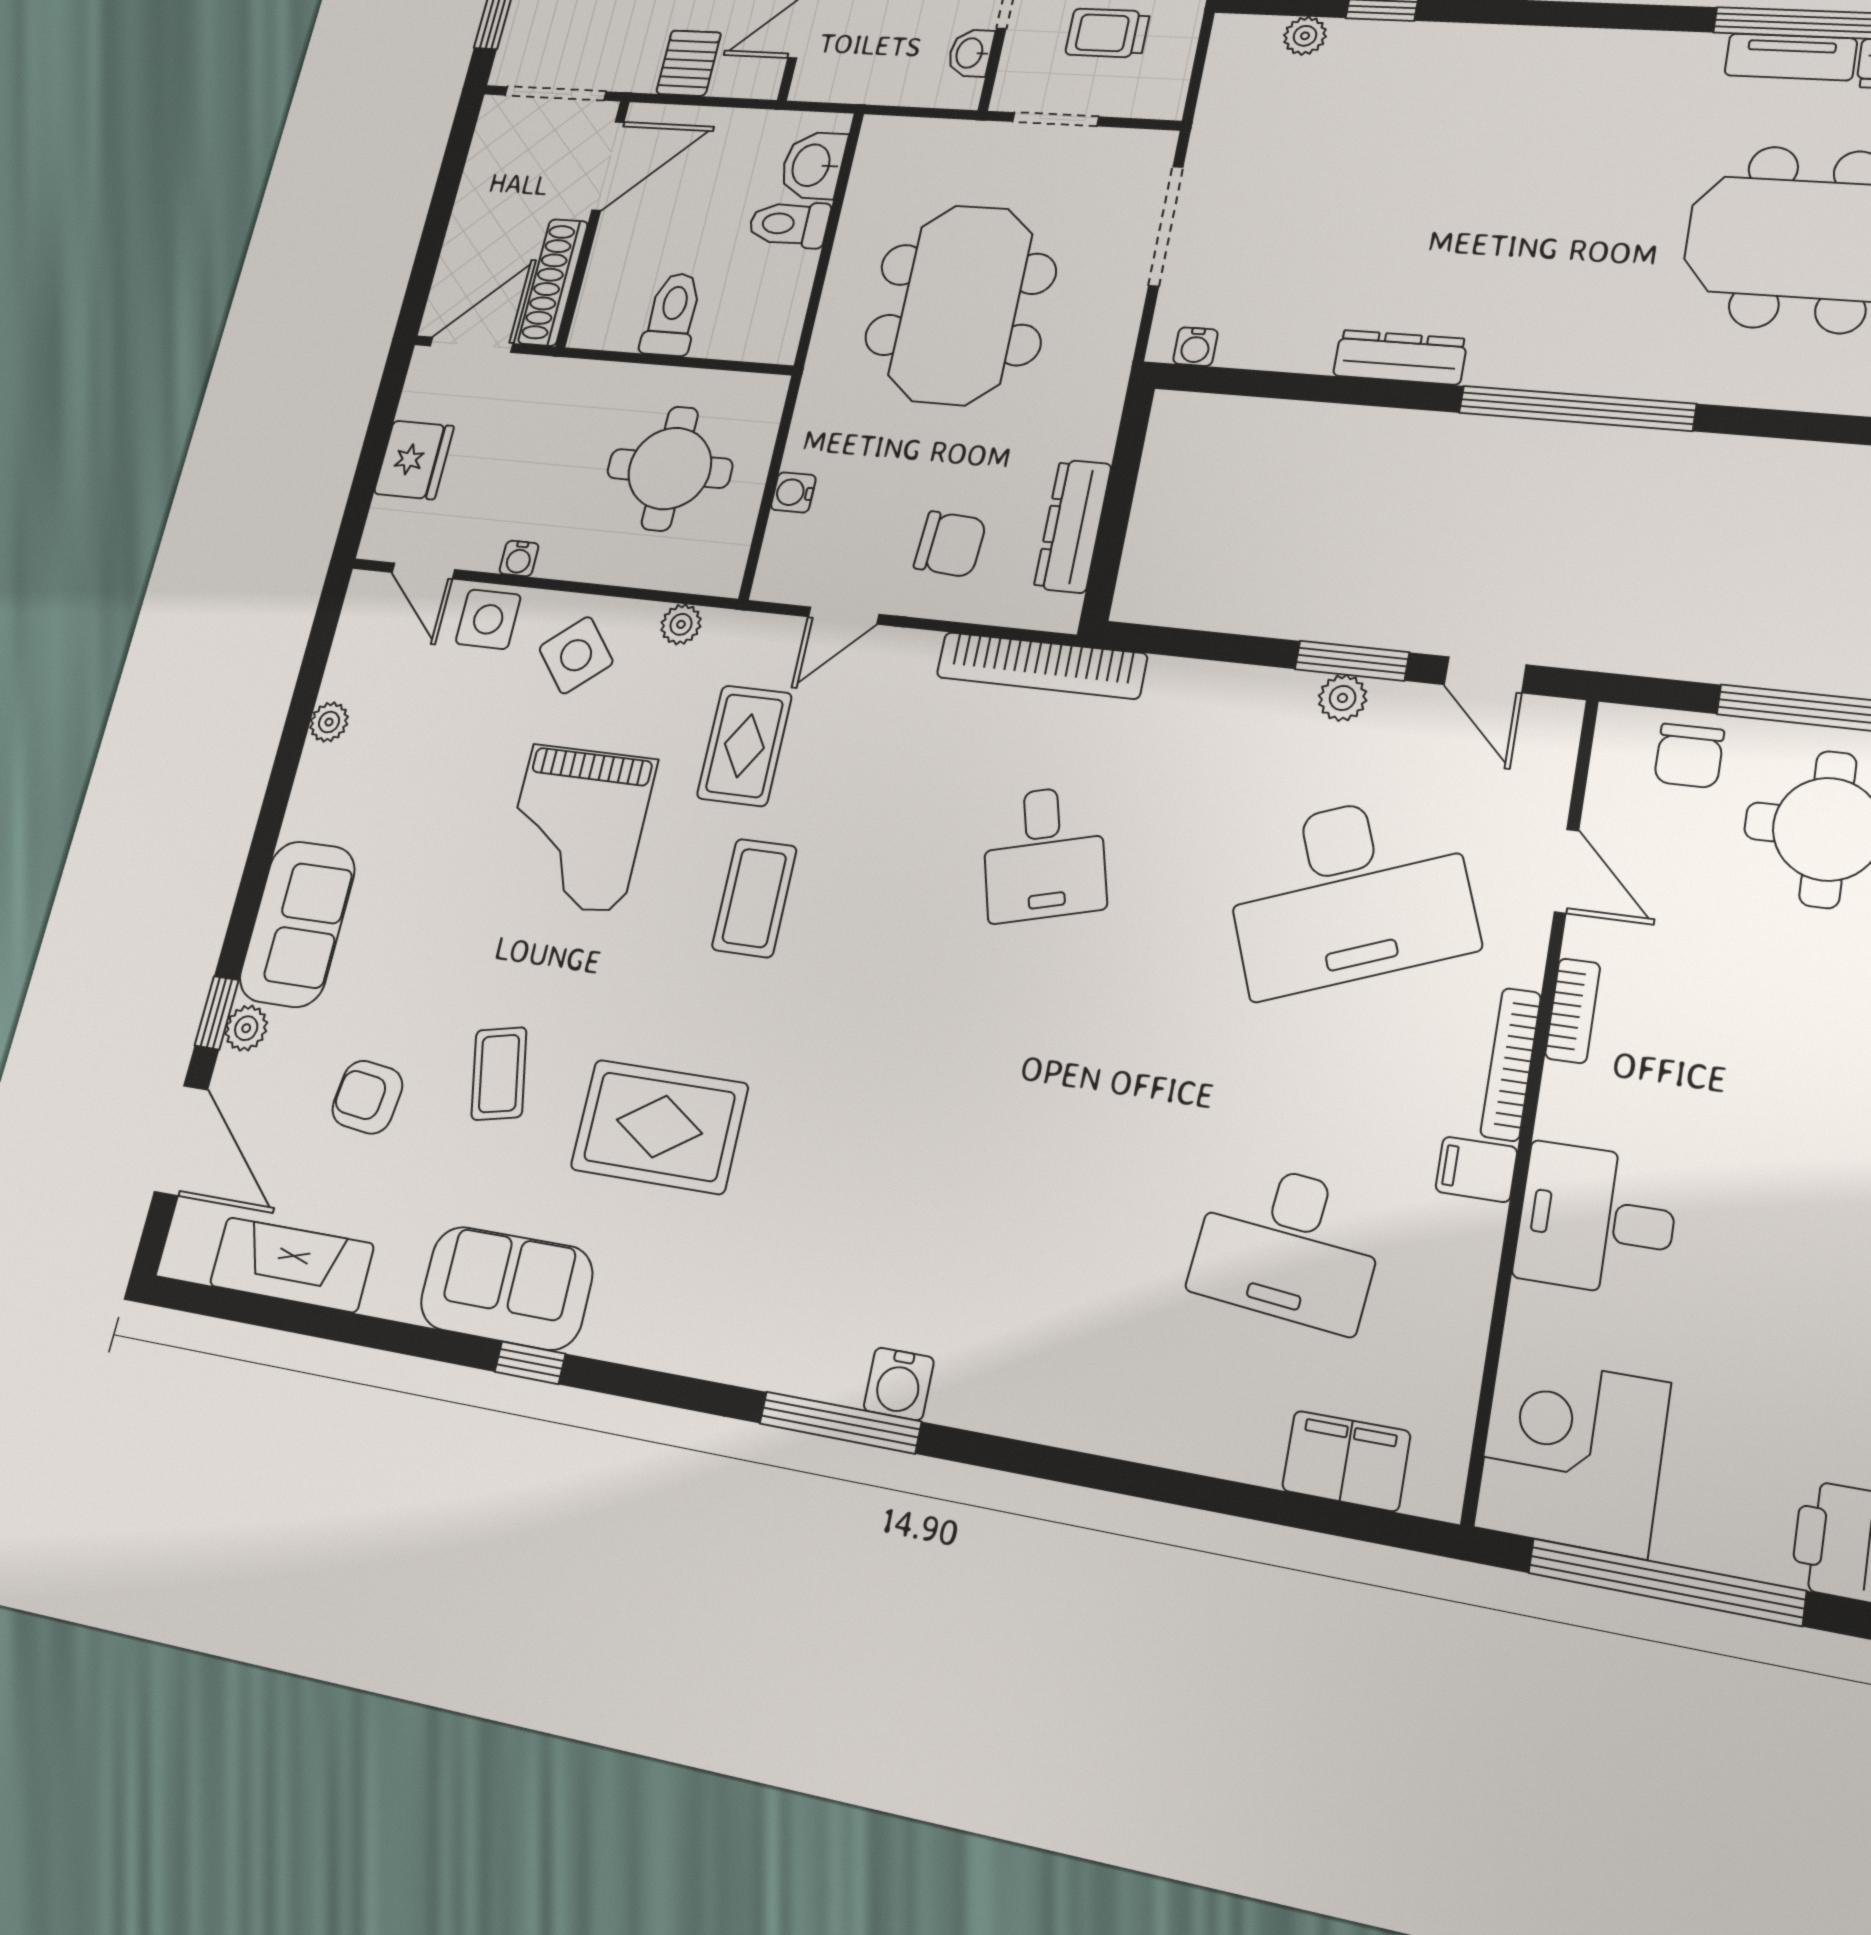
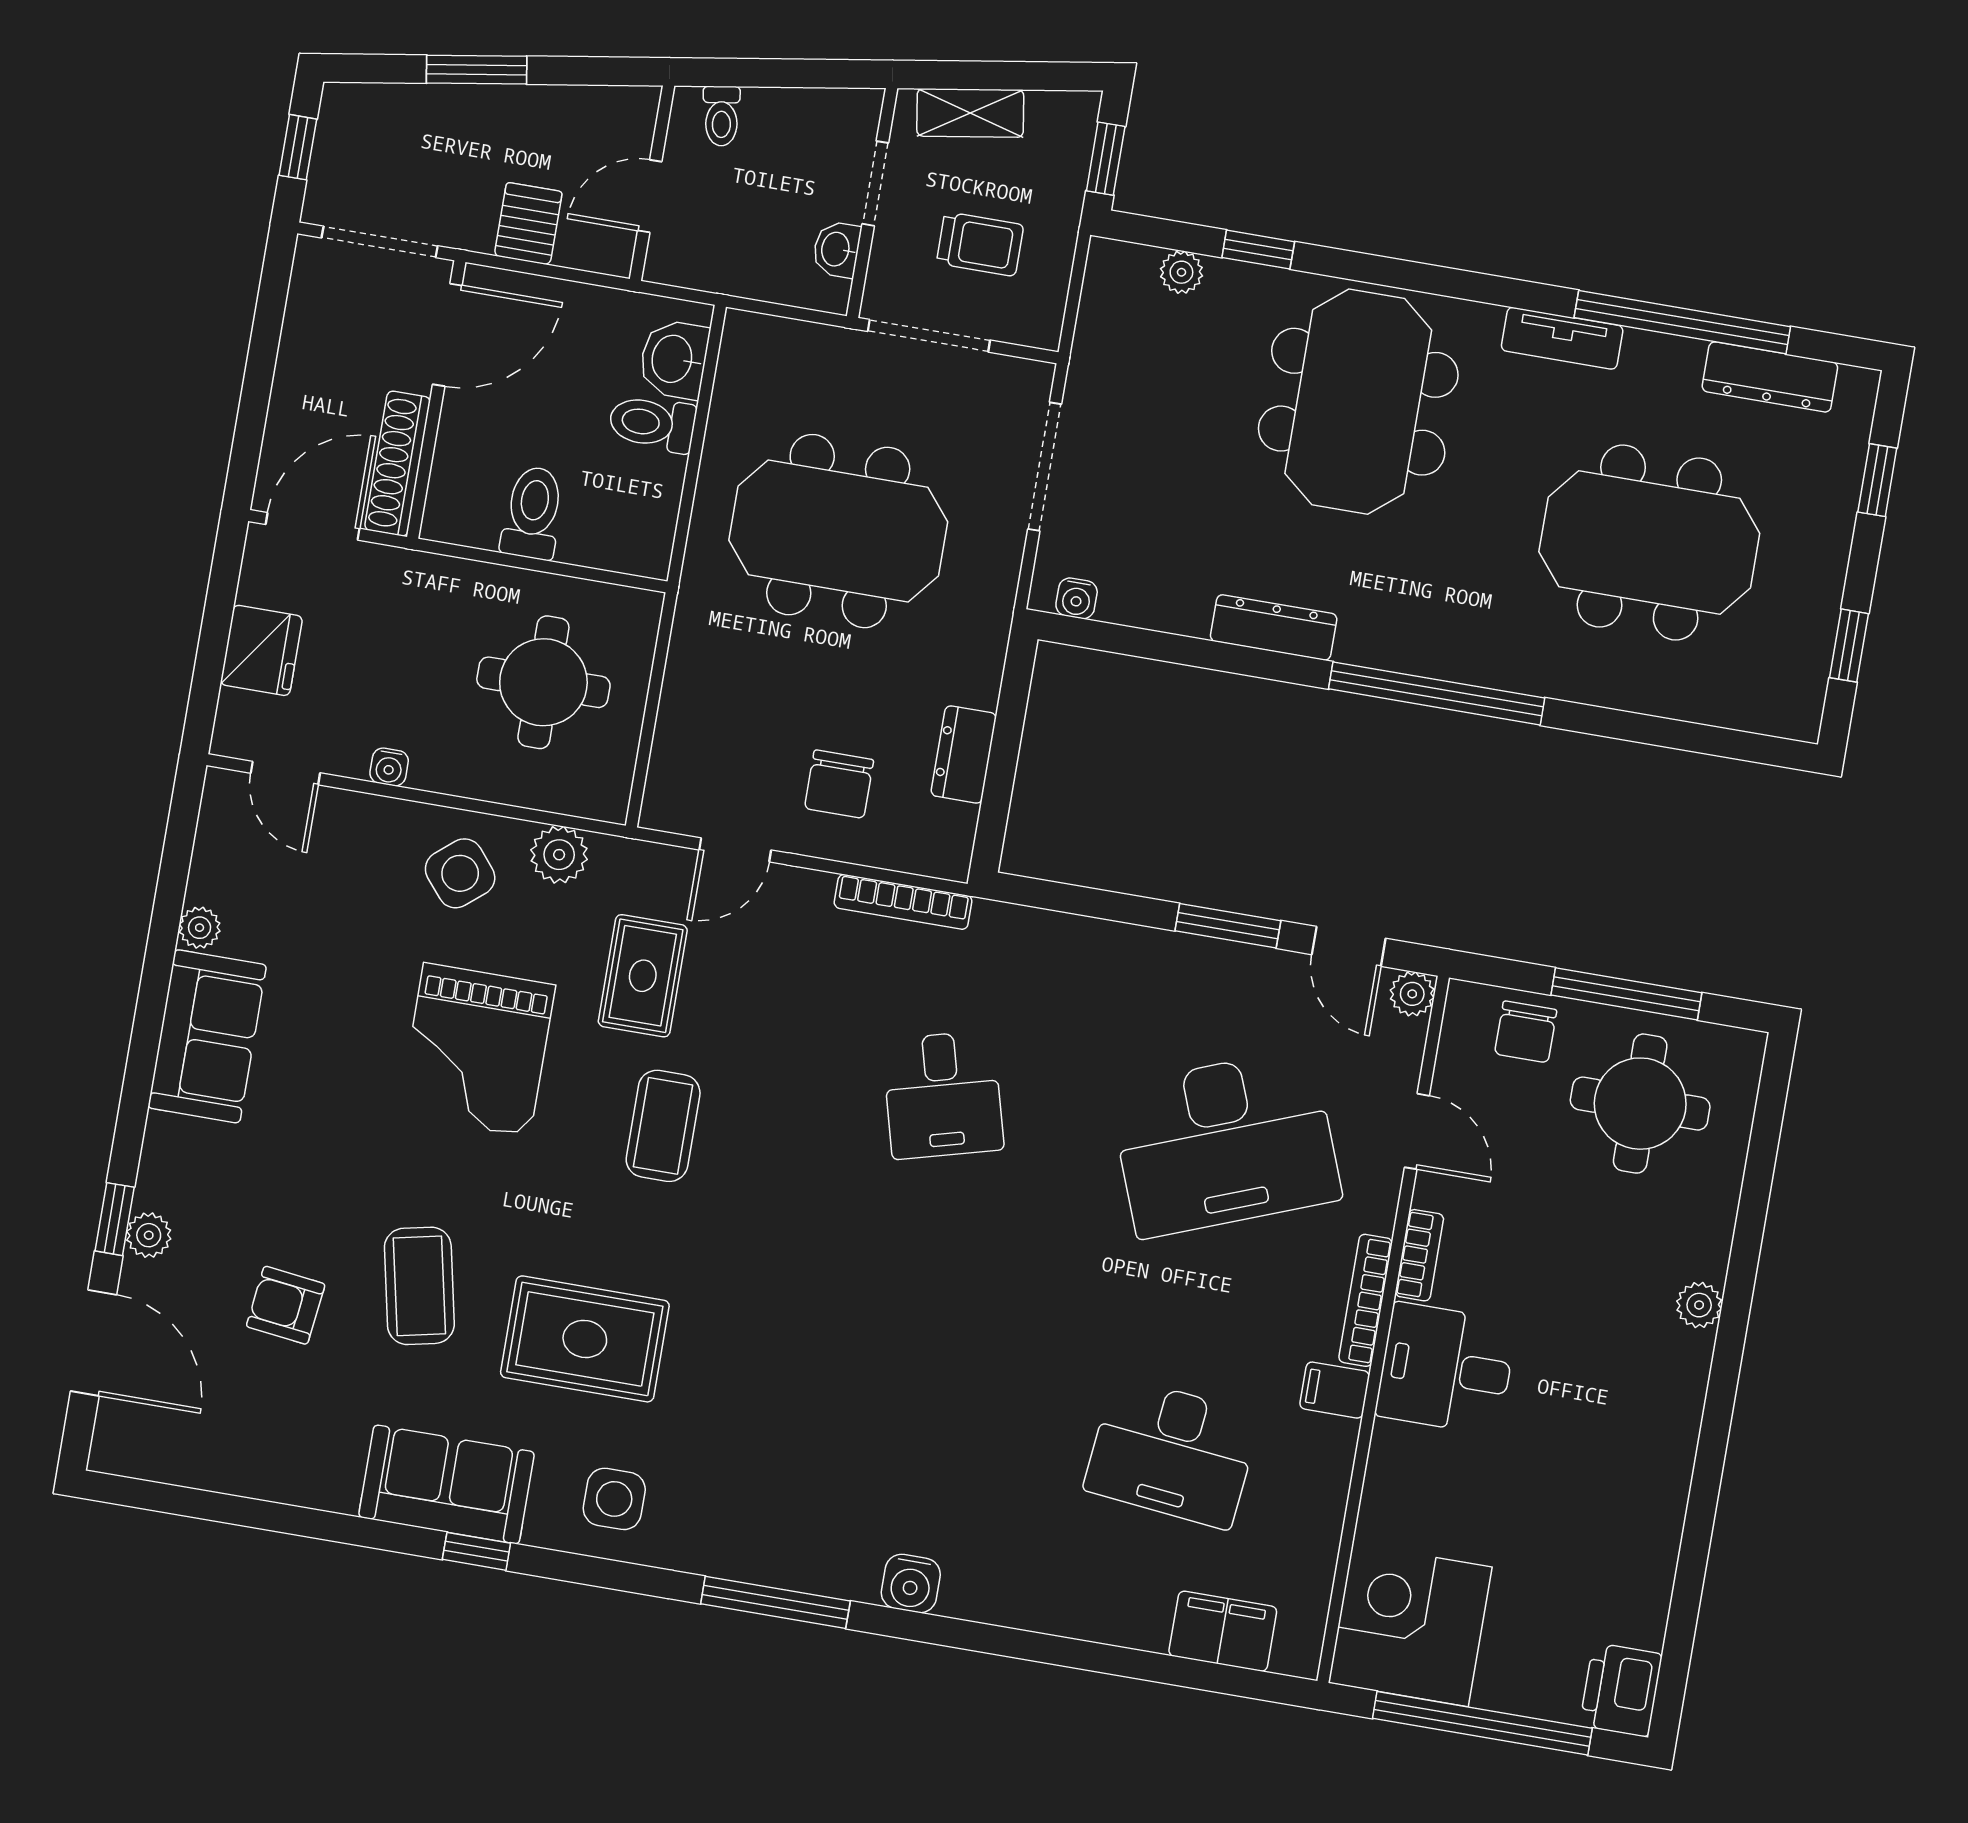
trolley: (1108, 33) -> (980, 244), turned 180
tv unit: (1791, 57) -> (1562, 338), moved
doorway: (1055, 119) -> (929, 336), width x1.38
meeting table: (1487, 135) -> (1358, 402), added
meeting table: (960, 305) -> (838, 531), turned 90
water cooler: (793, 492) -> (676, 718), removed
dresser: (1073, 526) -> (964, 754), width x0.70
chair: (950, 544) -> (839, 784), turned 86
side table: (488, 619) -> (614, 1499), moved
plant: (681, 624) -> (559, 855), width x1.38, depth x1.38
bookcase: (1041, 666) -> (903, 902), width x0.68, depth x0.76
plant: (1343, 698) -> (1412, 994), moved
sofa: (297, 924) -> (207, 1036), moved
coffee table: (499, 1074) -> (419, 1286), width x1.36, depth x1.30
desk: (1597, 1220) -> (1446, 1369), moved
fireplace: (292, 1265) -> (226, 1462), removed
water cooler: (899, 1384) -> (911, 1584), moved

